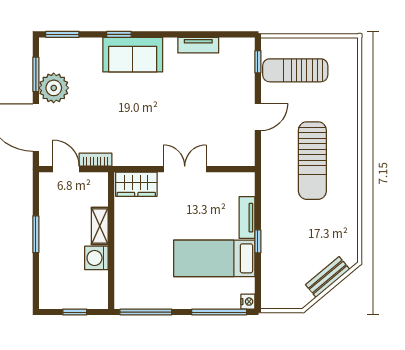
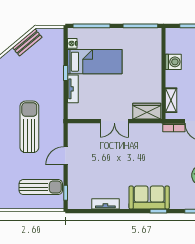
shelving: (100, 226) -> (171, 100), moved
bench: (328, 277) -> (27, 42), moved
nightstand: (248, 302) -> (72, 43), moved

